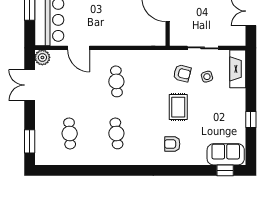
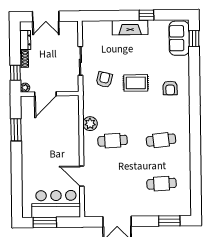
door: (79, 48) -> (82, 176), swing flipped
plant: (42, 57) -> (90, 124), moved
fireplace: (238, 69) -> (130, 28), moved
side table: (207, 77) -> (107, 56), removed

